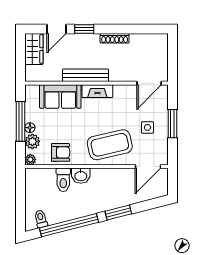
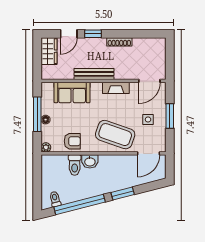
fireplace: (97, 91) -> (116, 88), moved
plant: (32, 141) -> (48, 132), removed
coffee table: (110, 145) -> (115, 135), turned 32

